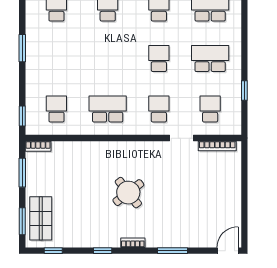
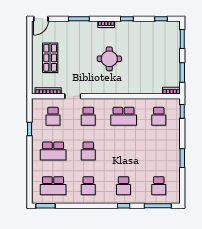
round table: (128, 193) -> (109, 59), turned 38
shop shelf: (41, 218) -> (50, 58), moved

